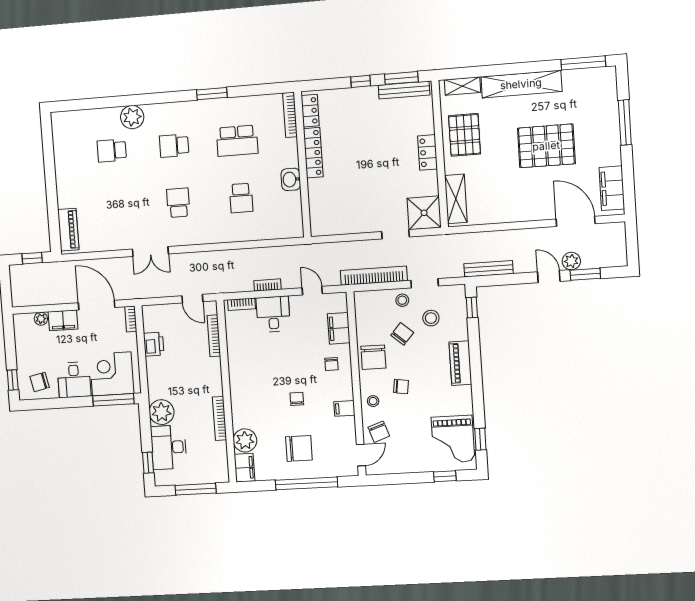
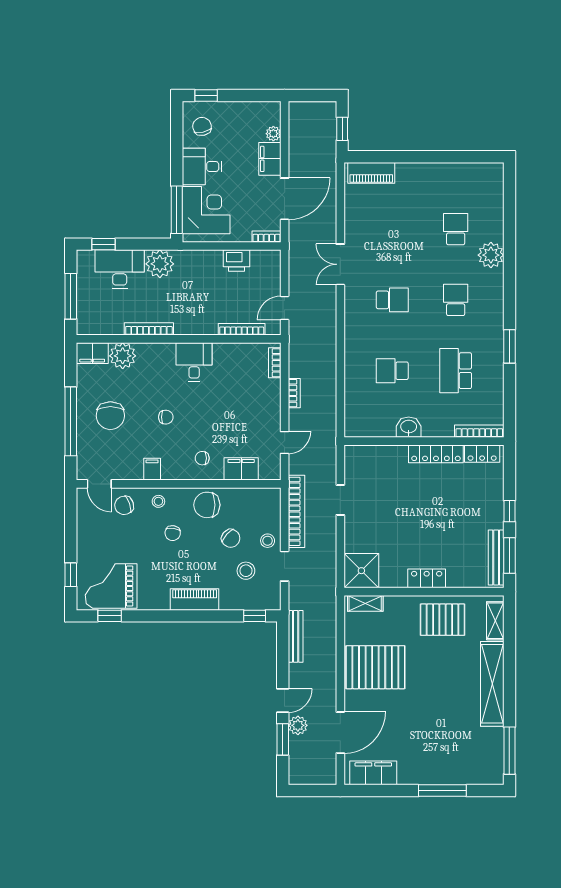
pallet: (546, 146) -> (375, 667), moved, turned 90
shelving: (456, 199) -> (365, 603), width x0.67, depth x0.75
doorway: (395, 234) -> (340, 500), moved
desk: (273, 314) -> (194, 362), moved, turned -90

